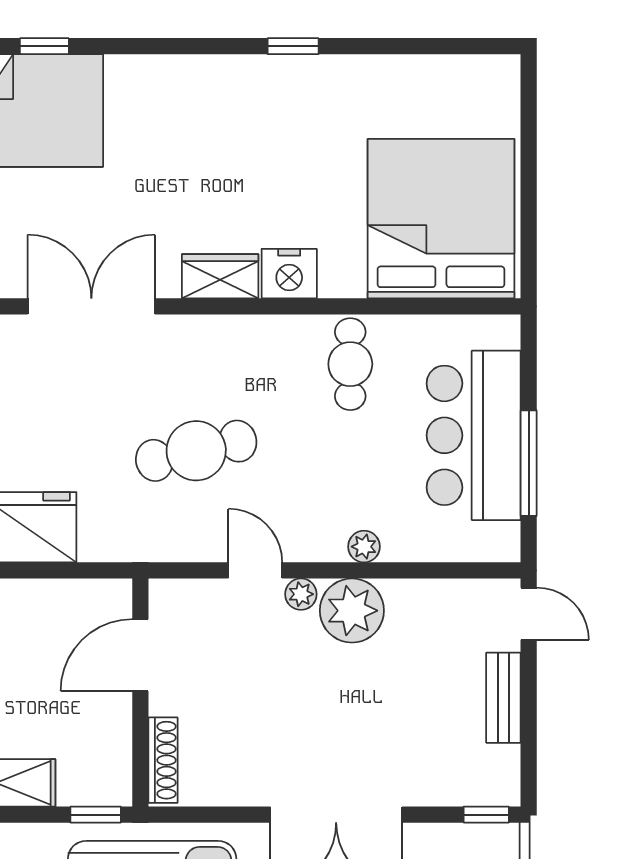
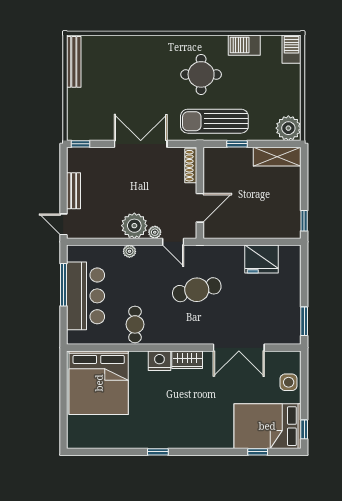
door: (140, 655) -> (200, 208), moved
wall: (140, 693) -> (200, 193), moved
shoe rack: (163, 760) -> (191, 166), moved

